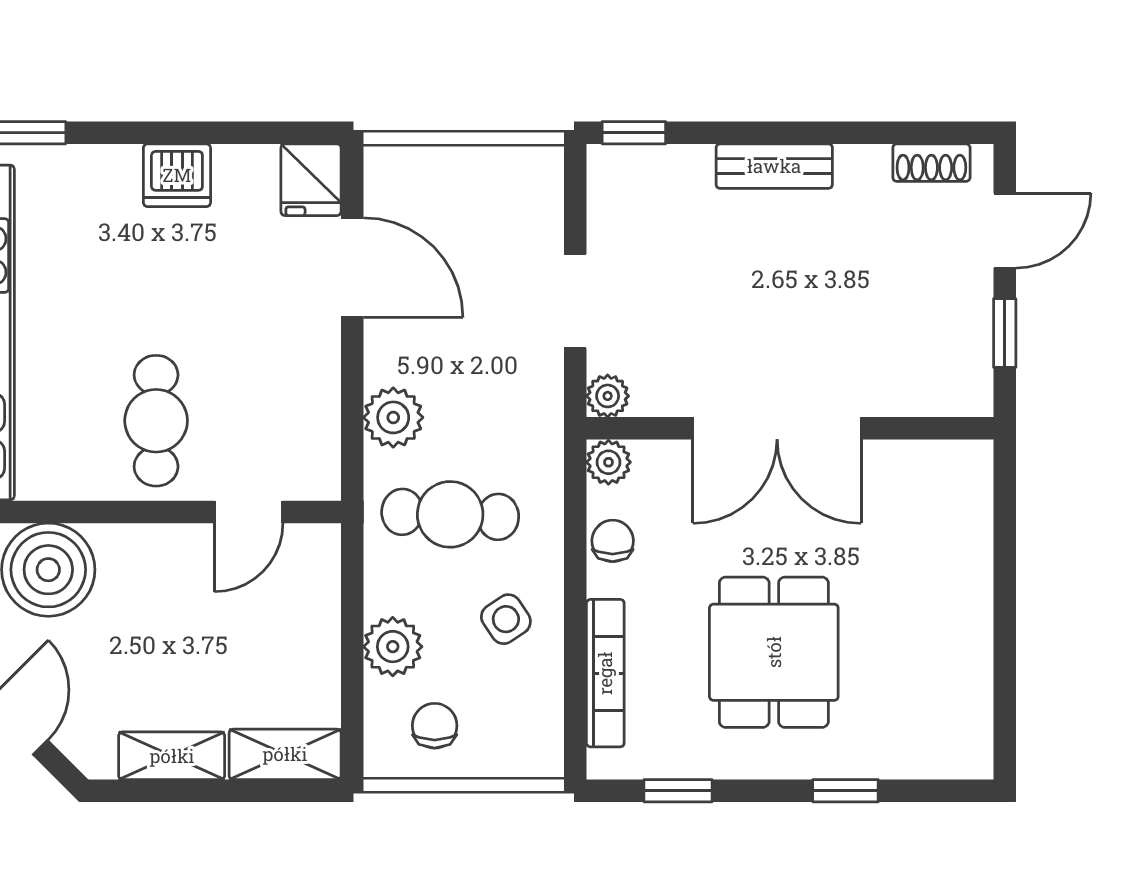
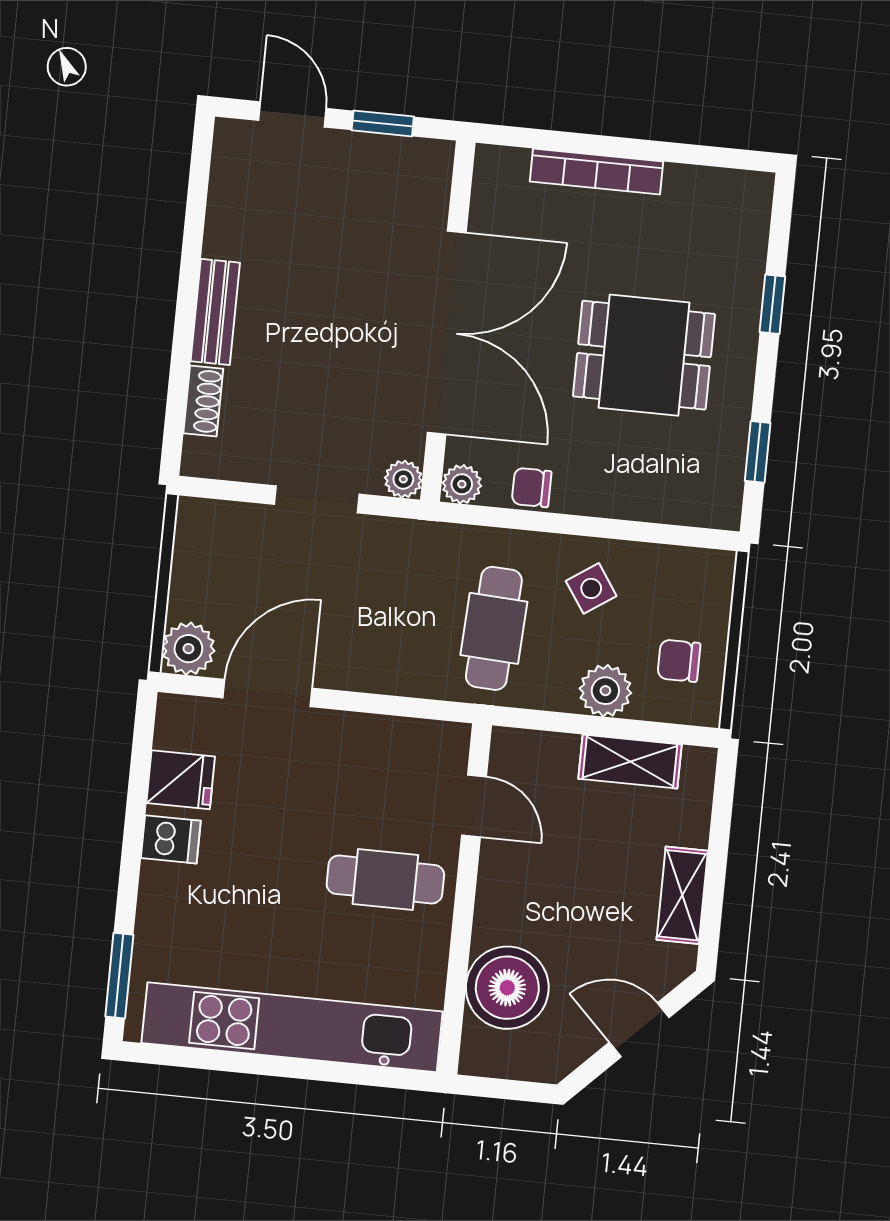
window: (634, 133) -> (173, 433), removed
shoe rack: (931, 163) -> (203, 401), moved
dishwasher: (177, 175) -> (171, 839), width x0.73
fridge: (311, 180) -> (181, 780), moved
plant: (393, 417) -> (188, 649), moved
double door: (777, 428) -> (447, 333), width x1.36
bookcase: (605, 673) -> (597, 172), moved, turned 180
shelving: (285, 754) -> (630, 762), moved, turned 90

